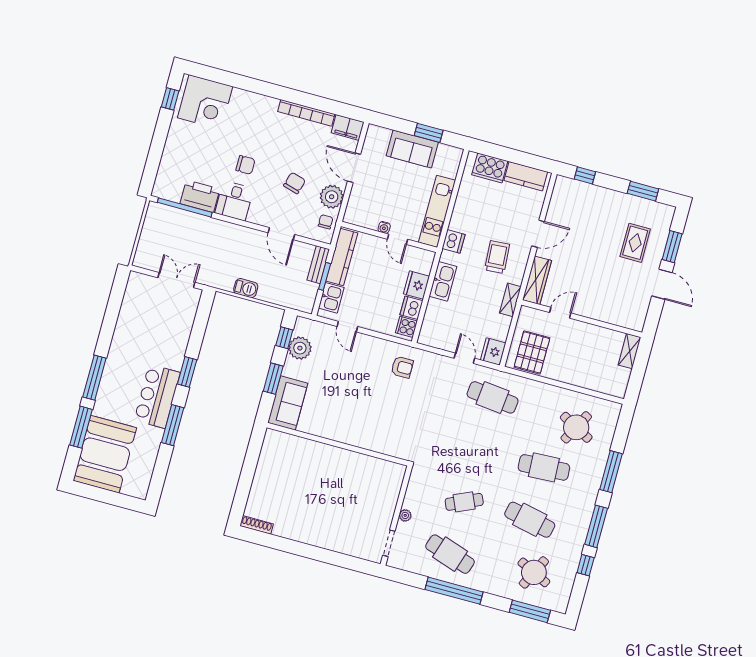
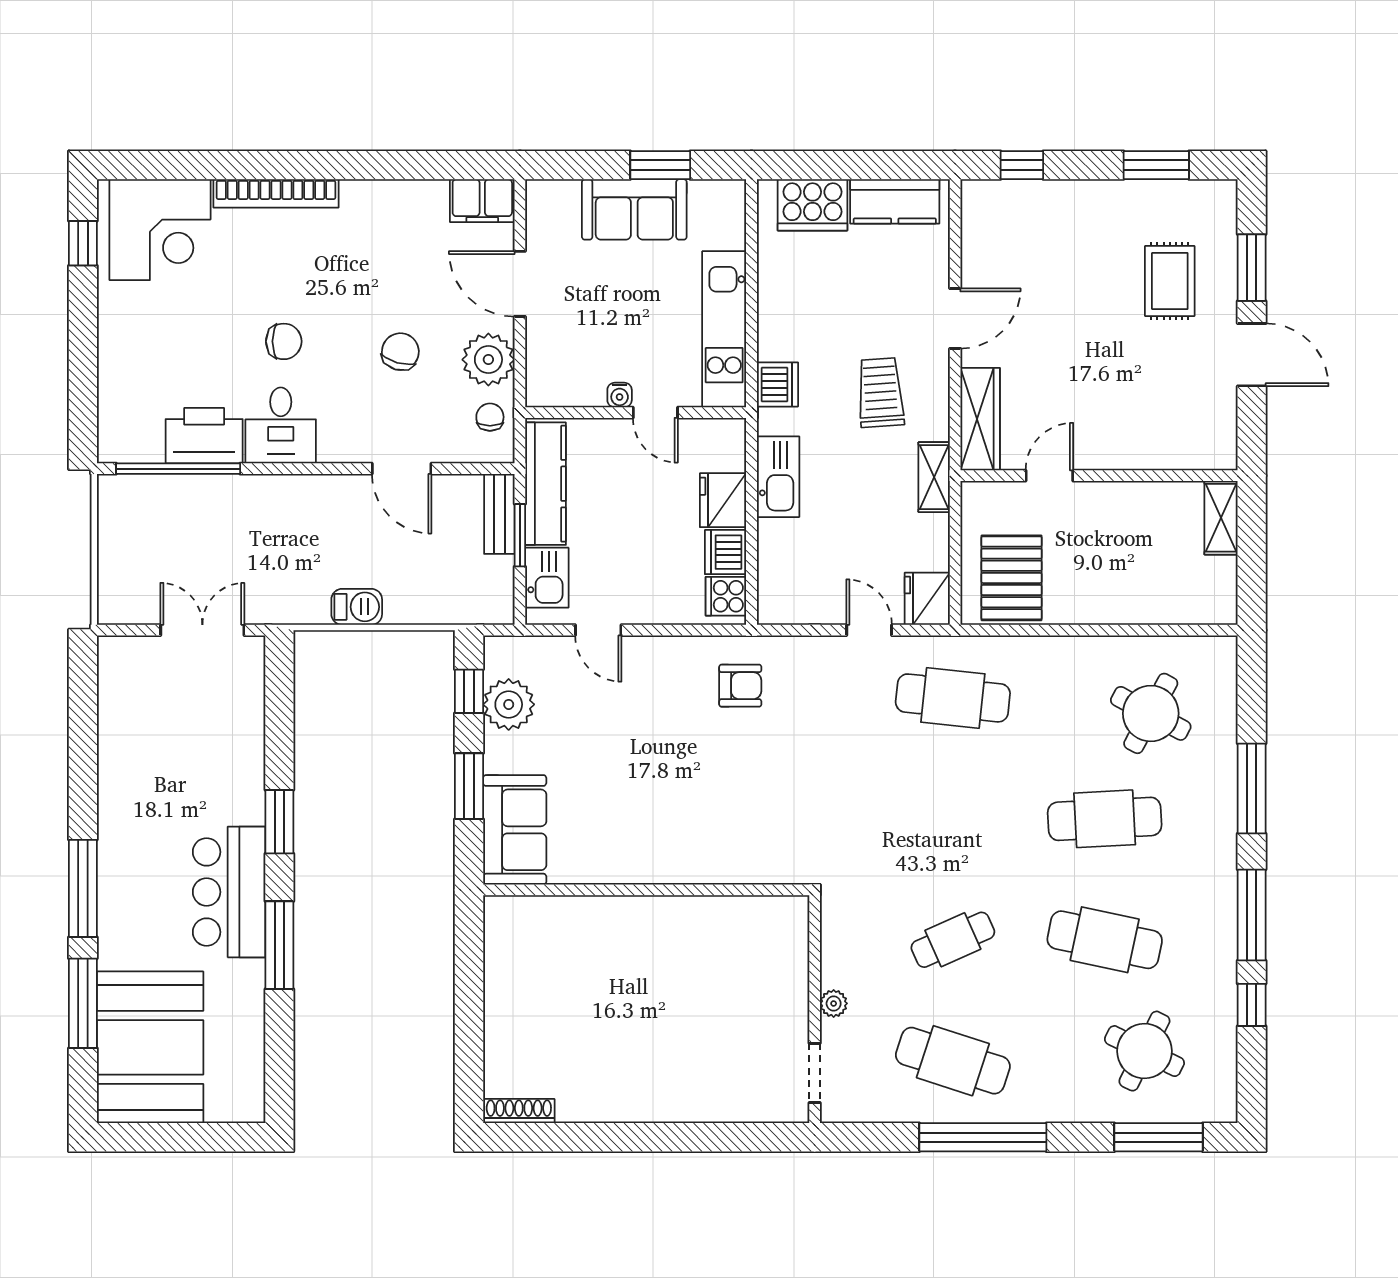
bookcase: (306, 113) -> (276, 193), moved

